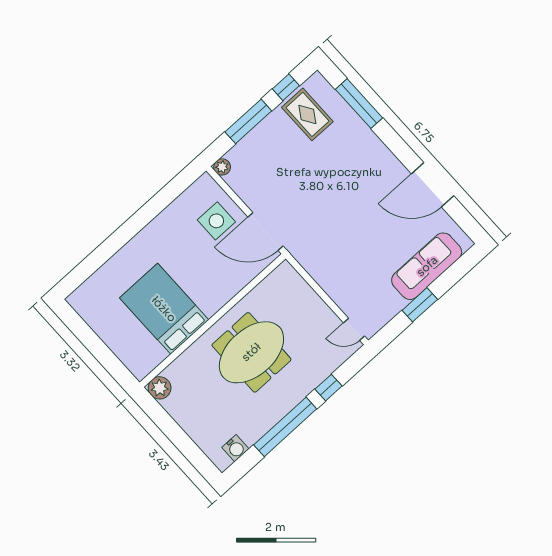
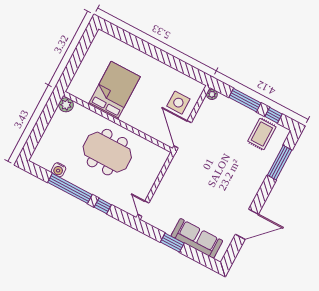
door: (433, 185) -> (247, 224), swing flipped
water cooler: (235, 448) -> (59, 170), moved

